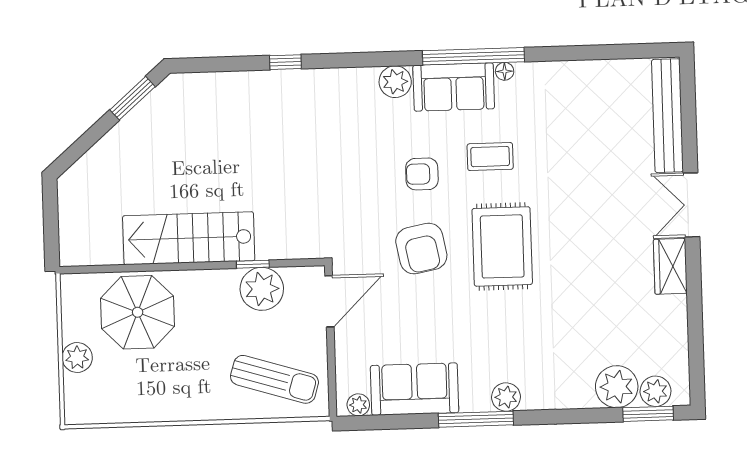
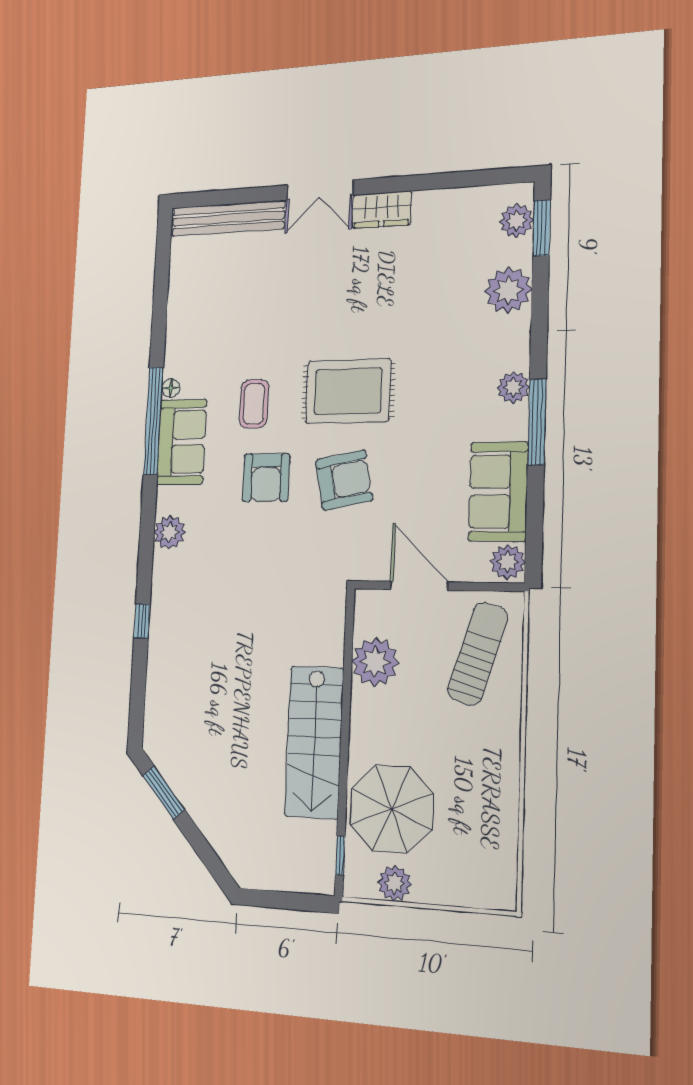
plant: (395, 82) -> (170, 532), moved
armchair: (422, 174) -> (266, 478), width x1.38, depth x1.38
window: (253, 264) -> (340, 855), moved
door: (329, 301) -> (419, 586), moved
plant: (77, 358) -> (394, 883), moved
plant: (617, 387) -> (508, 290), moved
plant: (358, 405) -> (508, 562), width x1.38, depth x1.38

